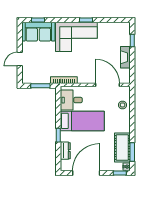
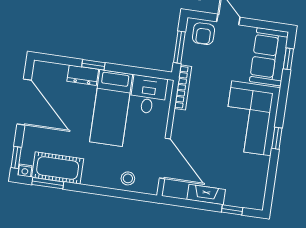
armchair: (30, 73) -> (203, 34), added
door: (108, 85) -> (165, 158), hinge flipped
dresser: (65, 151) -> (83, 75), moved

